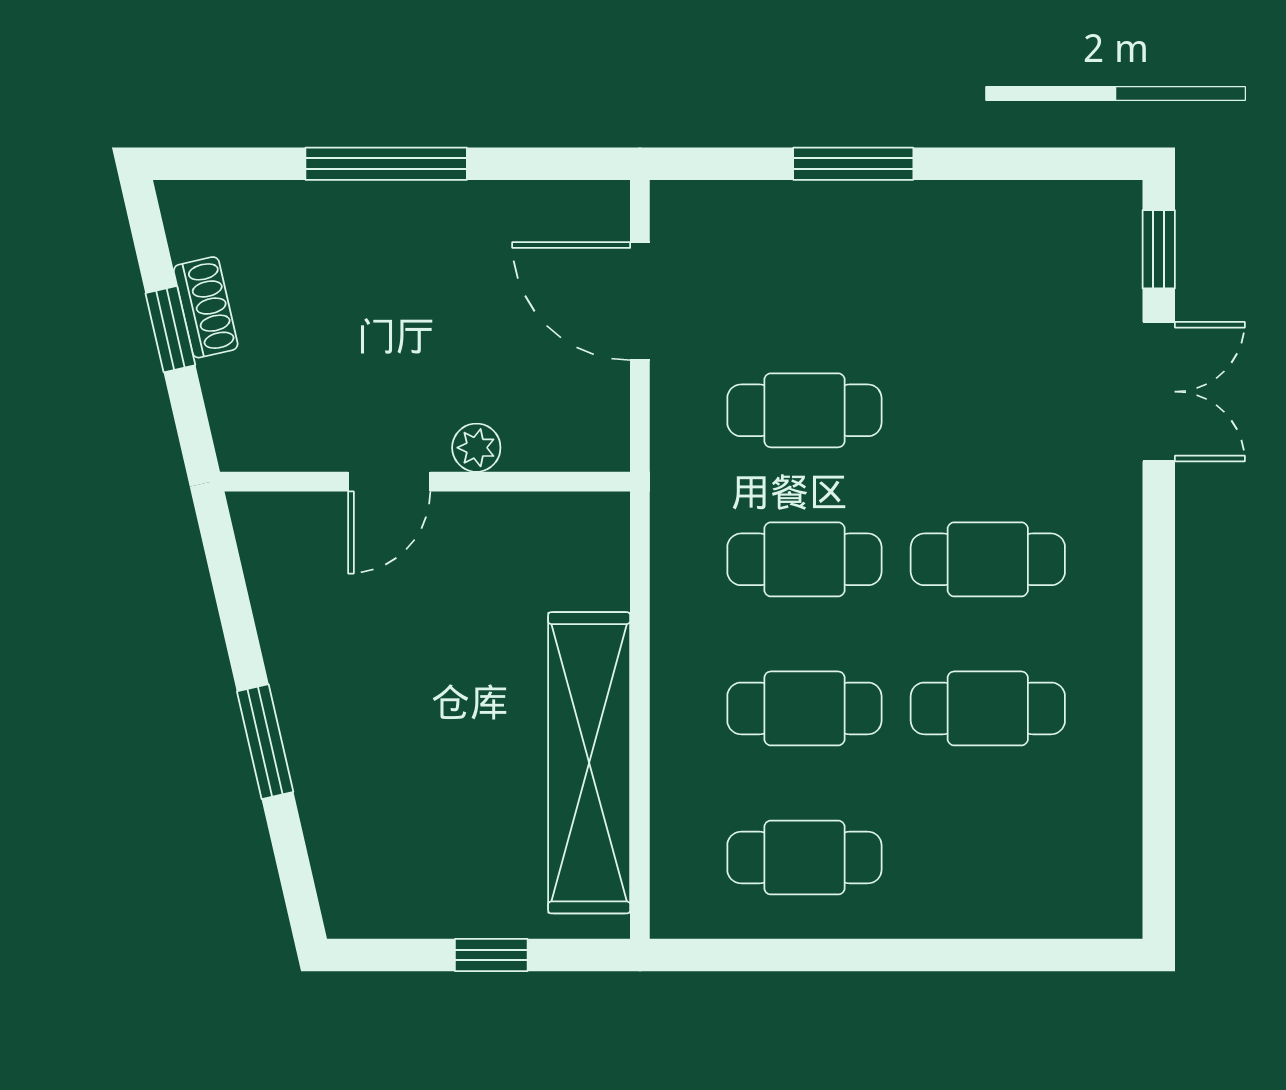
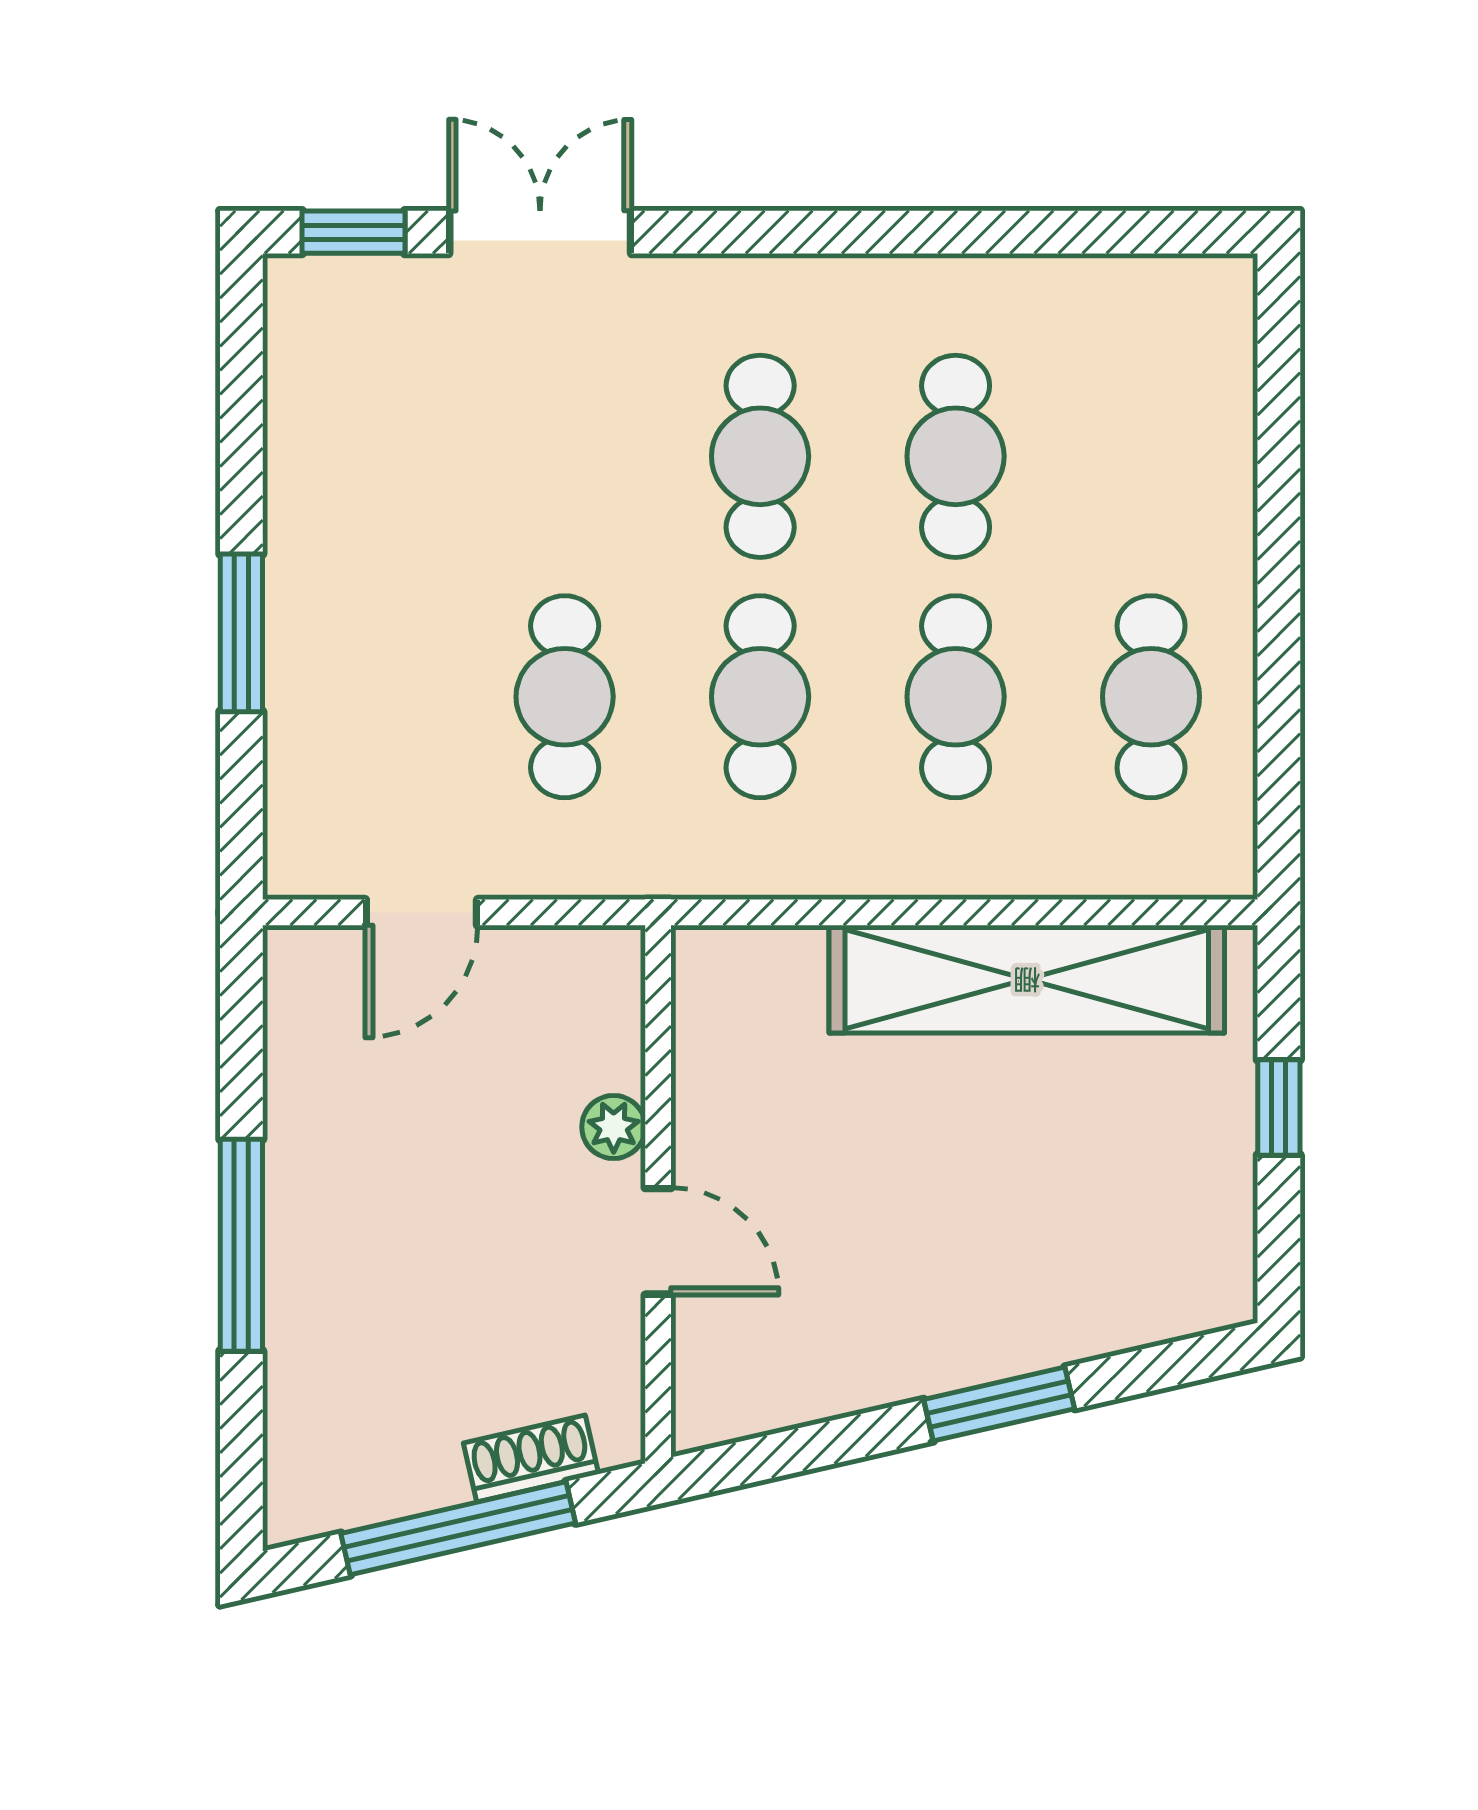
door: (640, 301) -> (421, 912), width x0.73
shoe rack: (206, 307) -> (531, 1459), moved
window: (170, 329) -> (458, 1528), width x2.17

